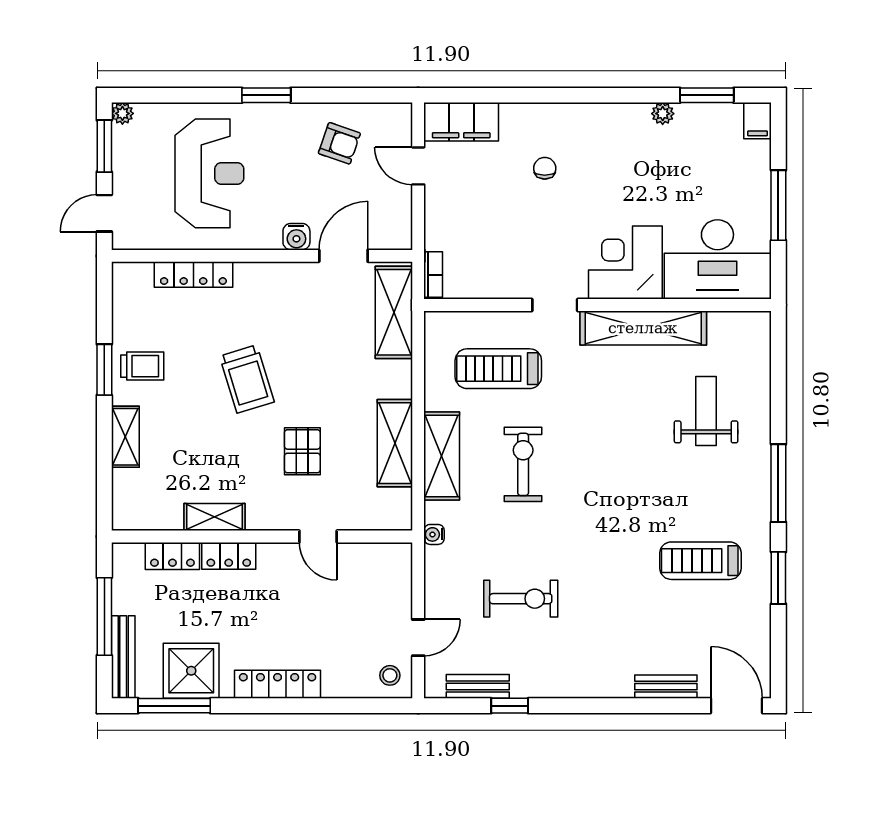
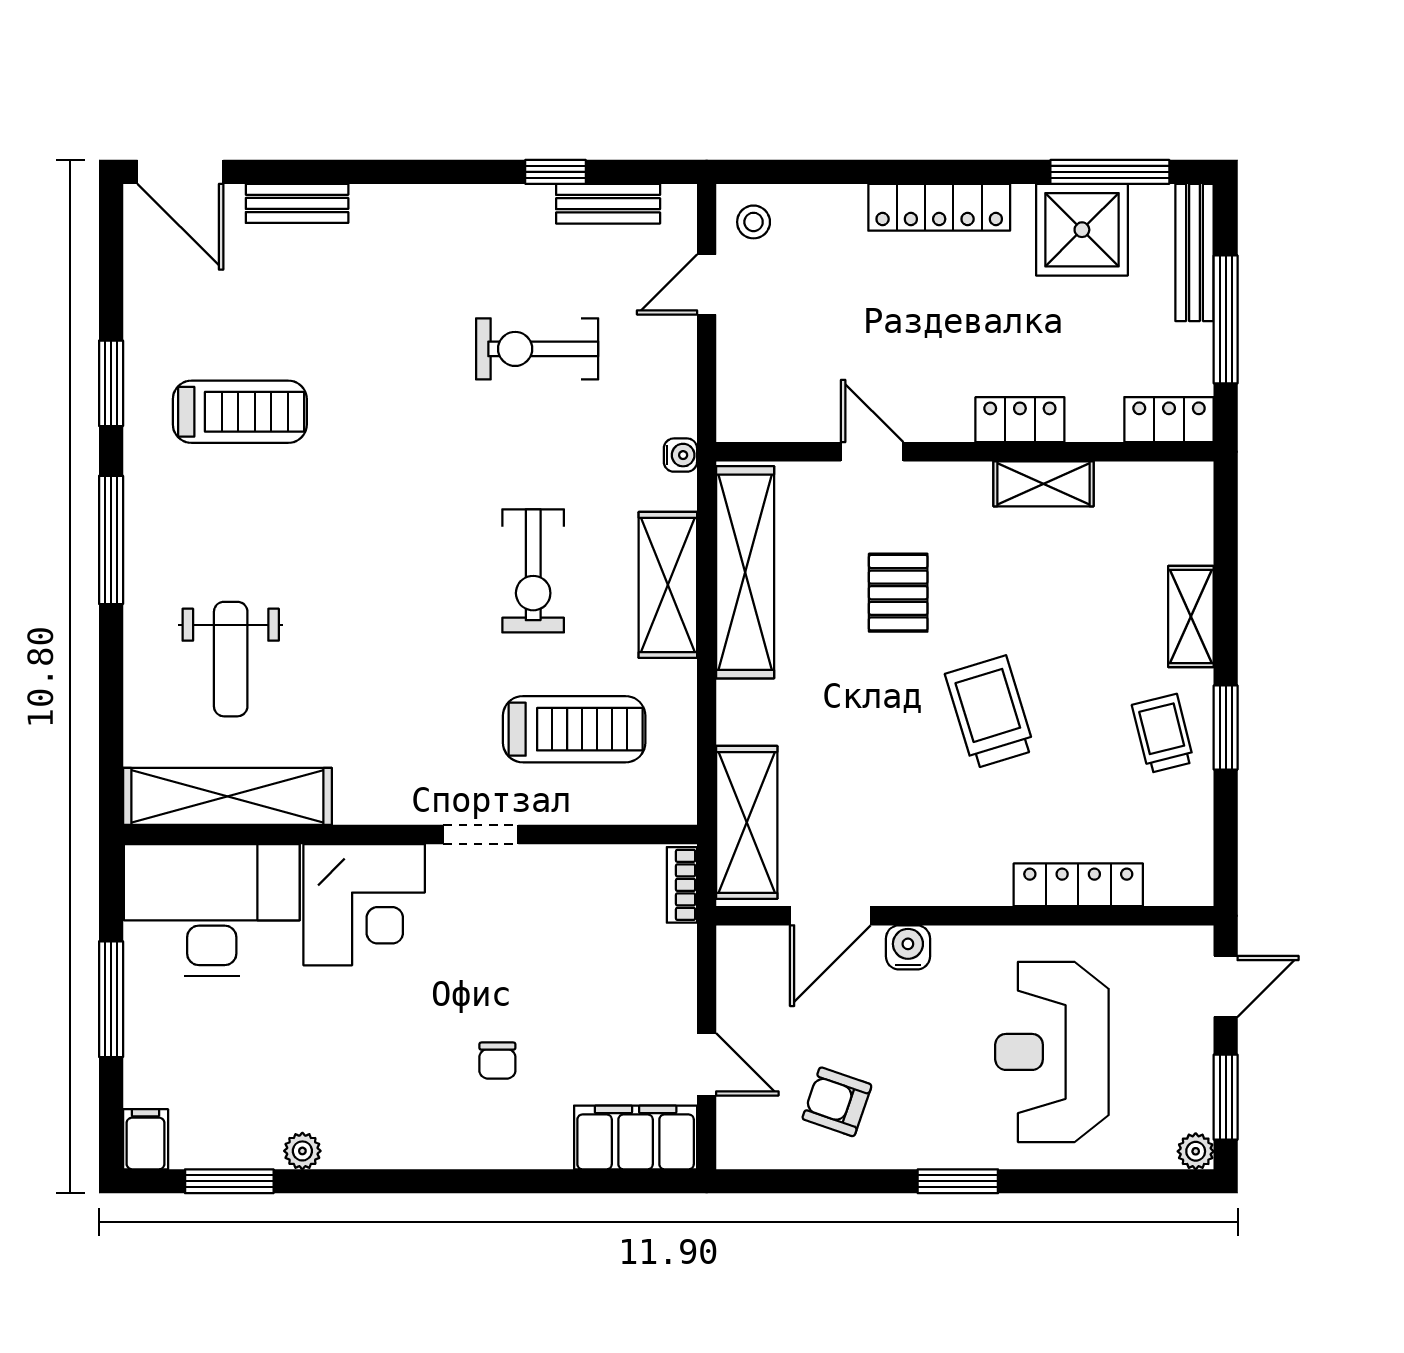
shelving: (643, 328) -> (227, 796), moved
trolley: (142, 366) -> (1163, 734), turned 76
shelving: (395, 443) -> (745, 572), width x1.47
locker: (172, 556) -> (1169, 420), moved

